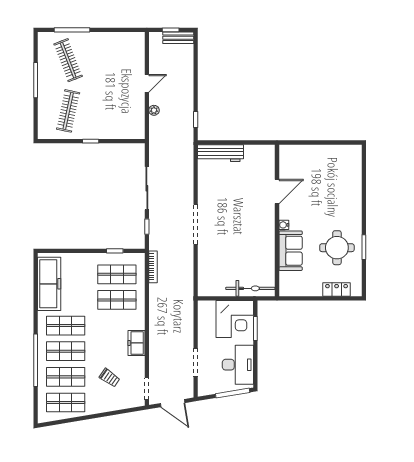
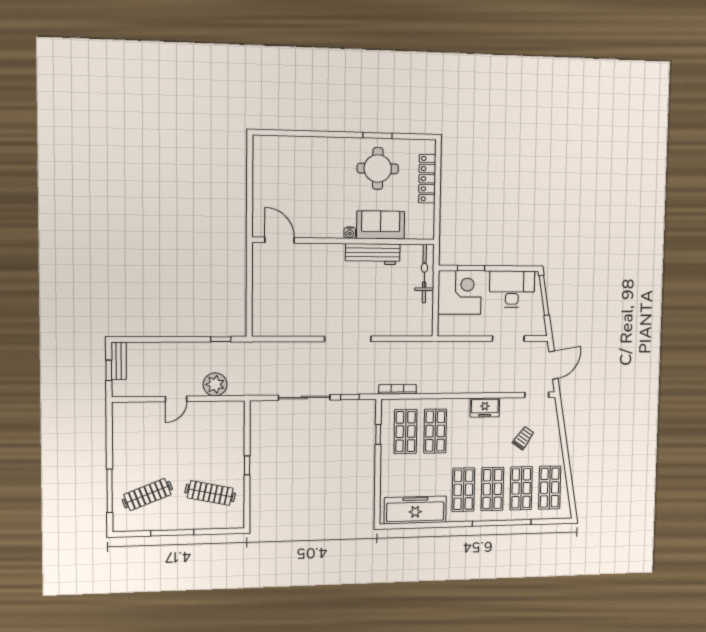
door: (147, 83) -> (176, 399), swing flipped
plant: (154, 110) -> (215, 384), width x1.88, depth x1.88
workbench: (221, 153) -> (373, 254), moved, turned 90
door: (277, 191) -> (280, 240), moved
locker: (337, 289) -> (427, 179), width x1.53

